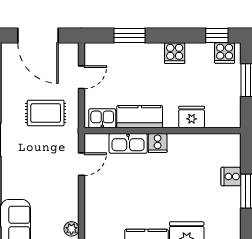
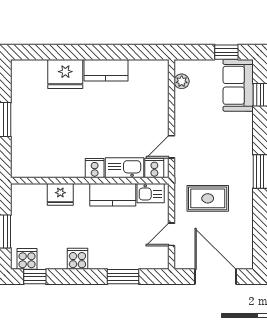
cooker: (231, 176) -> (154, 168), moved, turned -90

